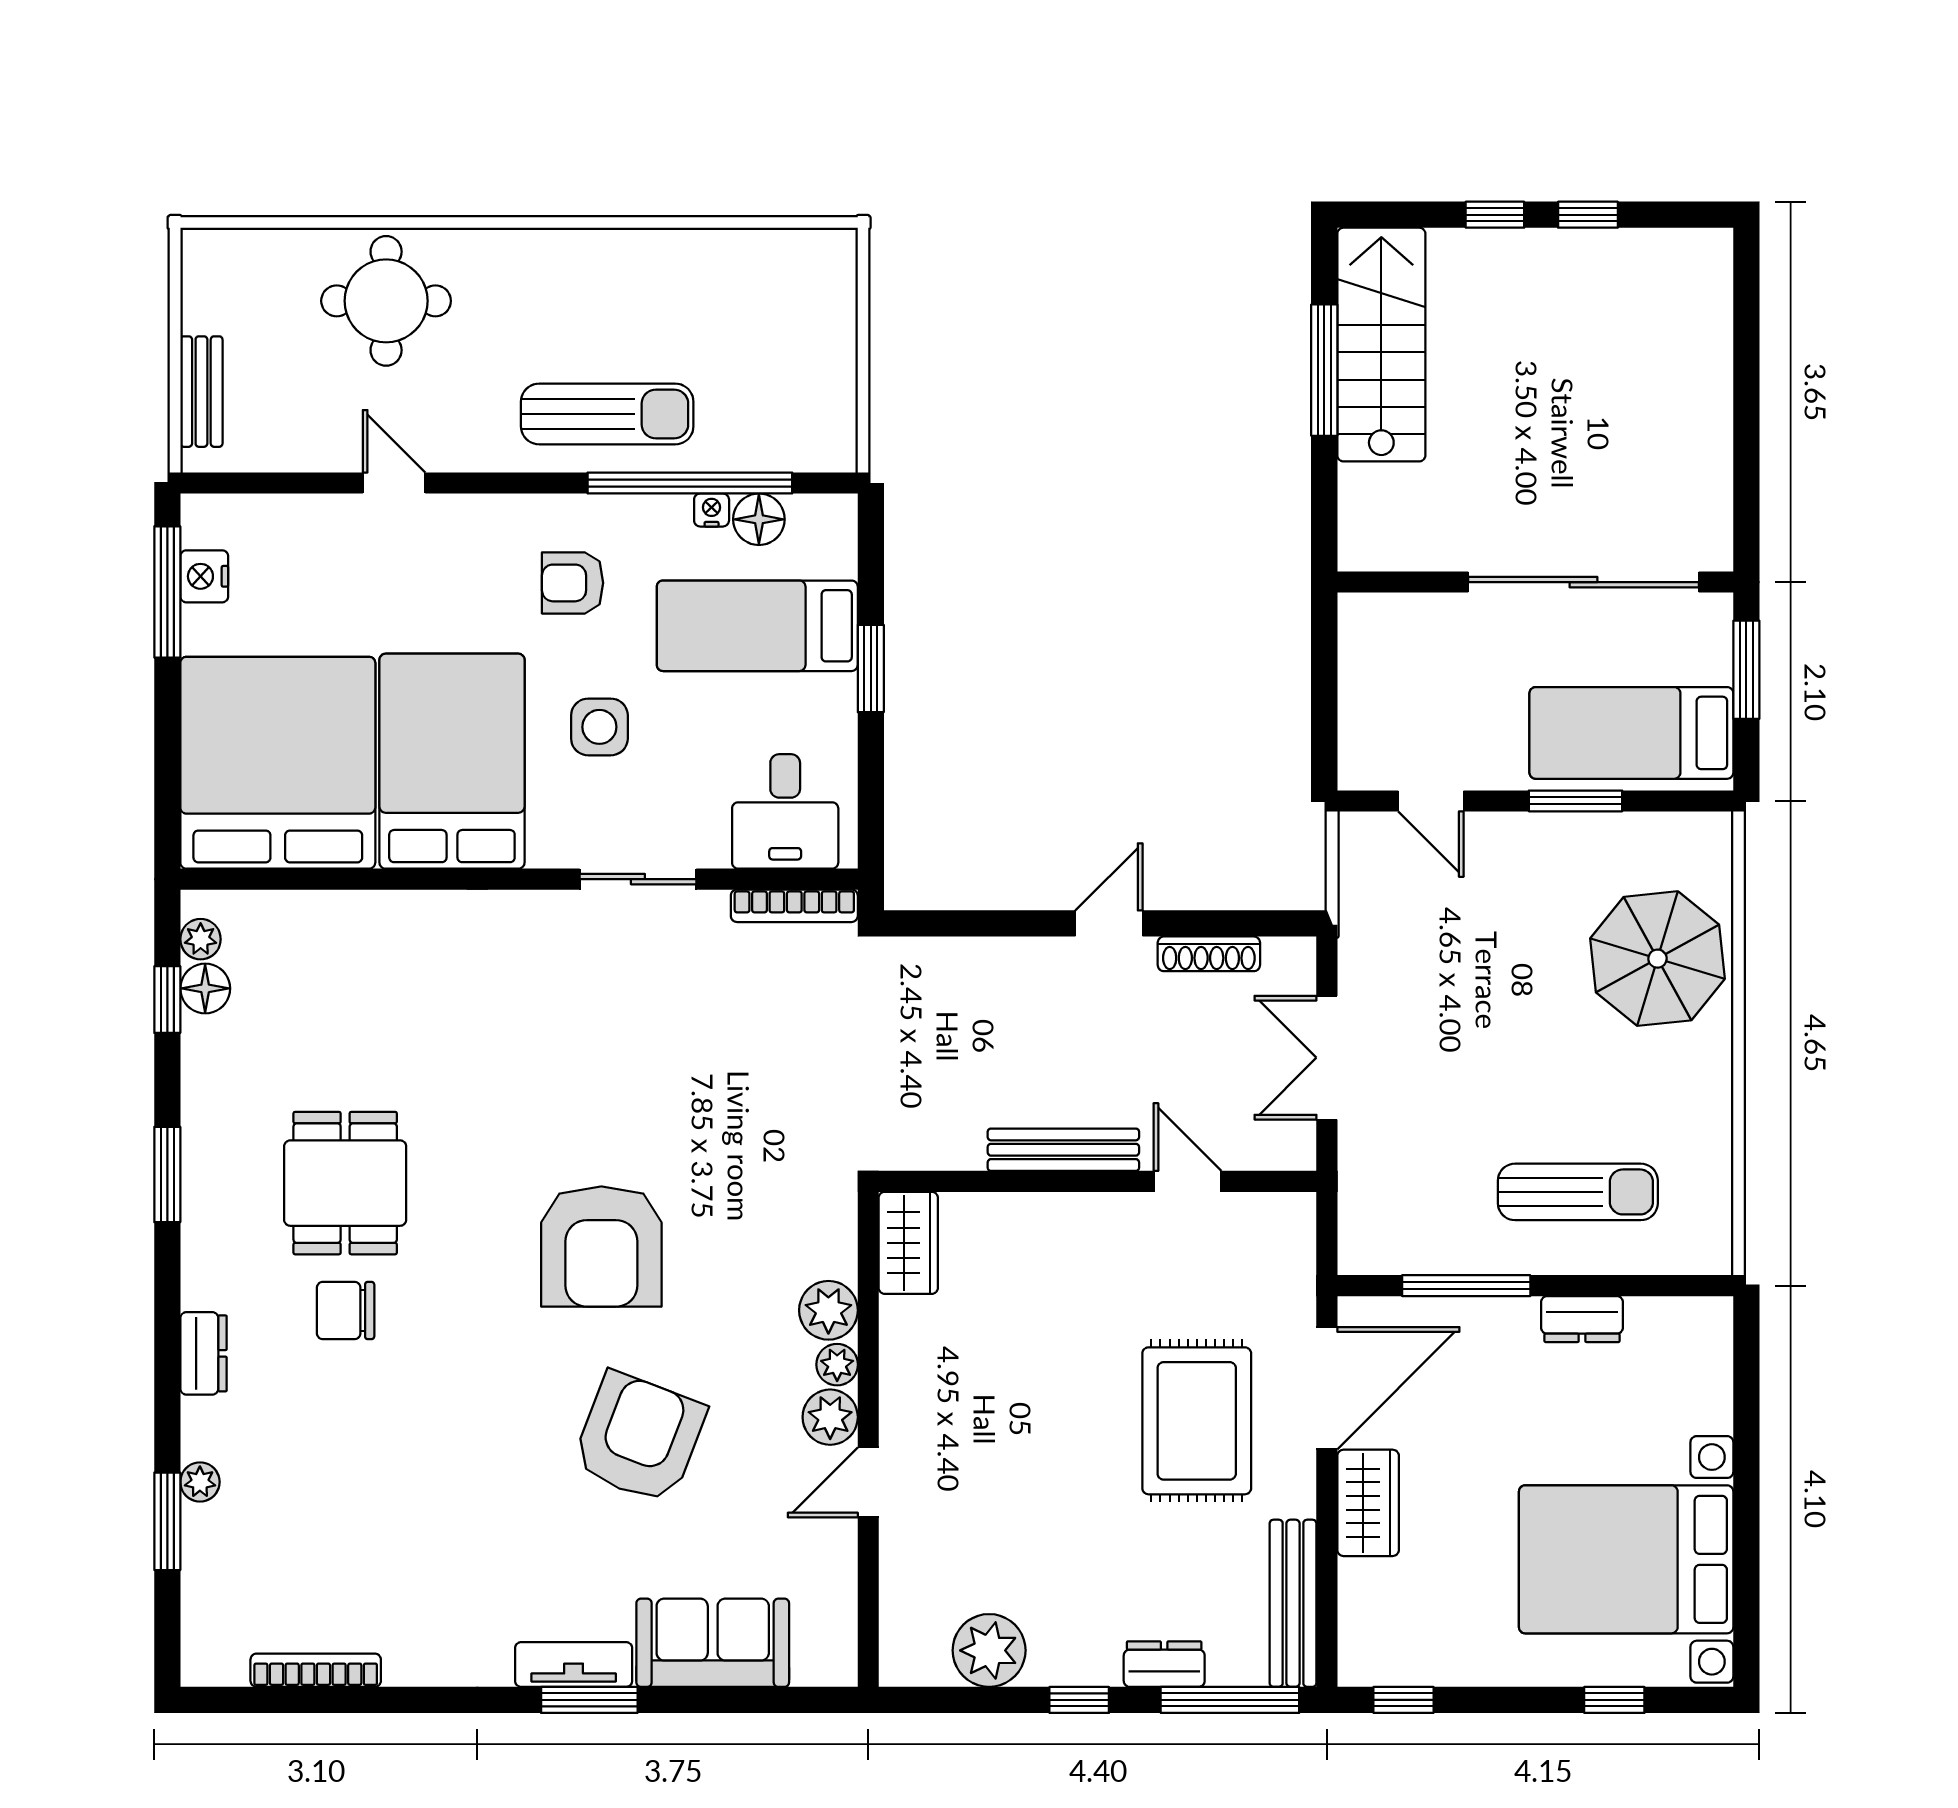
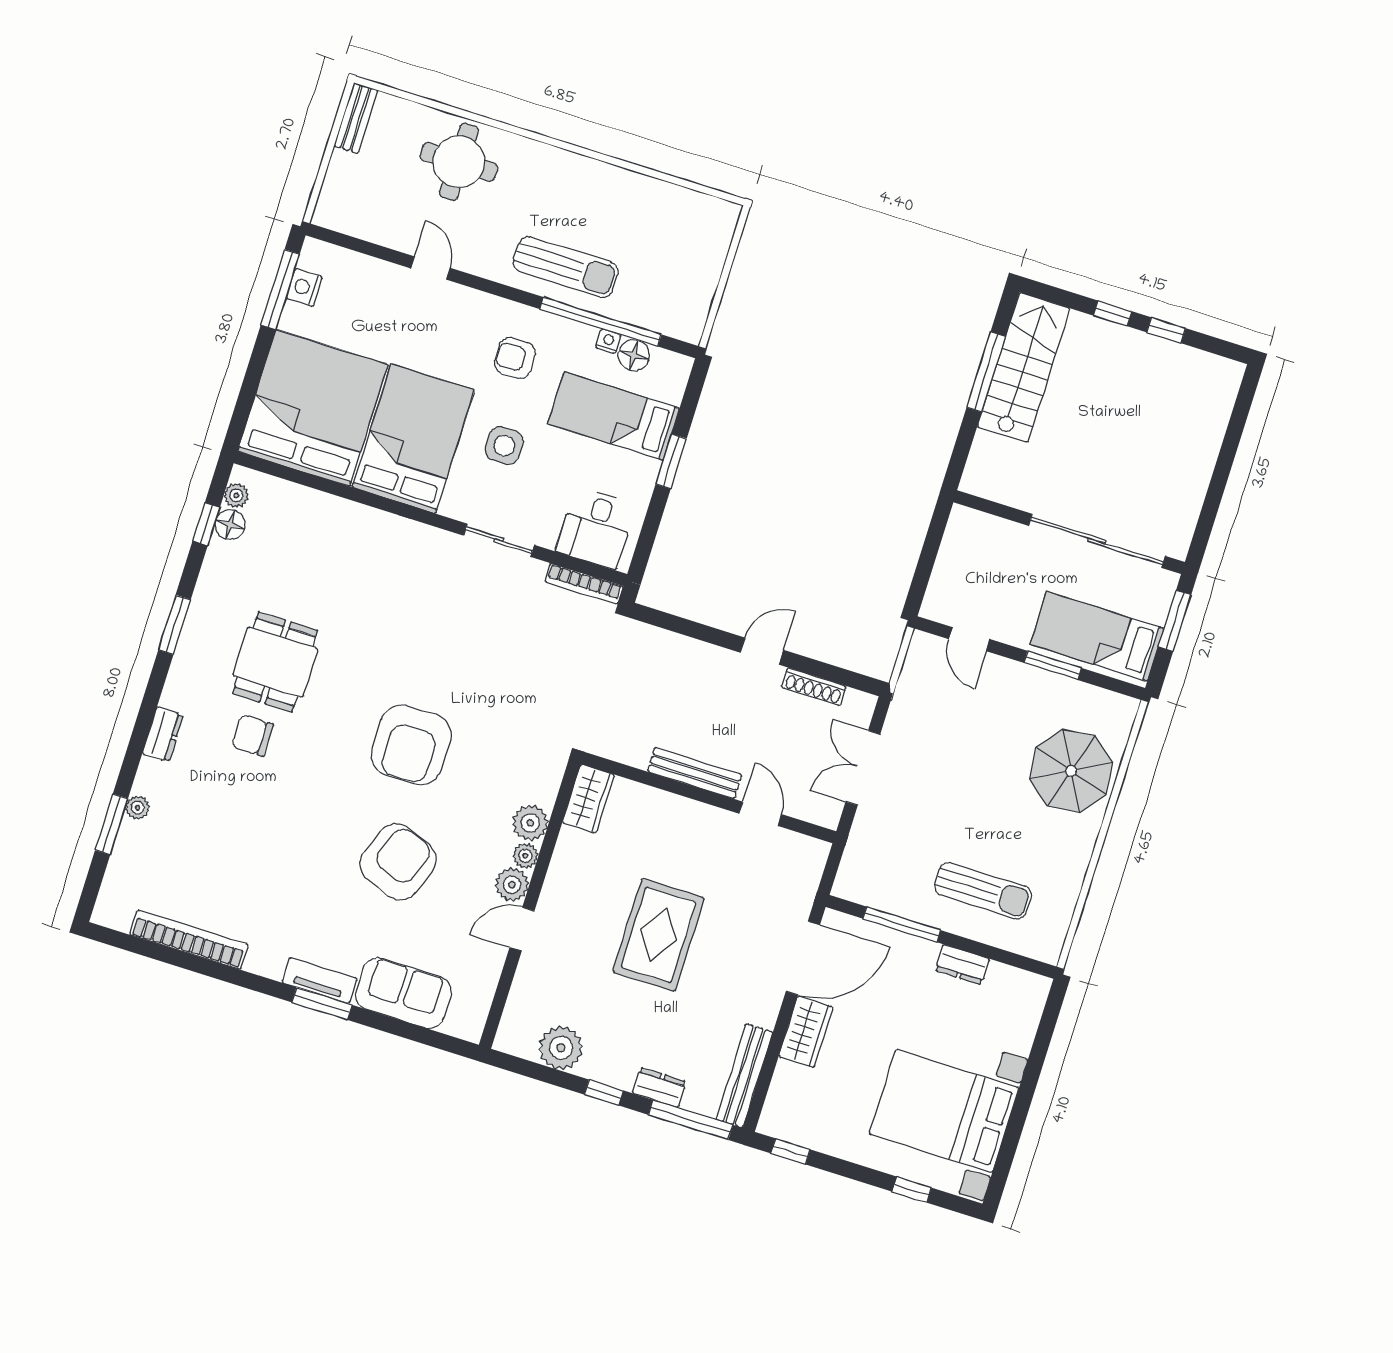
bench: (201, 392) -> (356, 118), moved
rug: (1197, 1421) -> (658, 935), moved
bookcase: (316, 1670) -> (189, 940), width x1.48, depth x1.31

